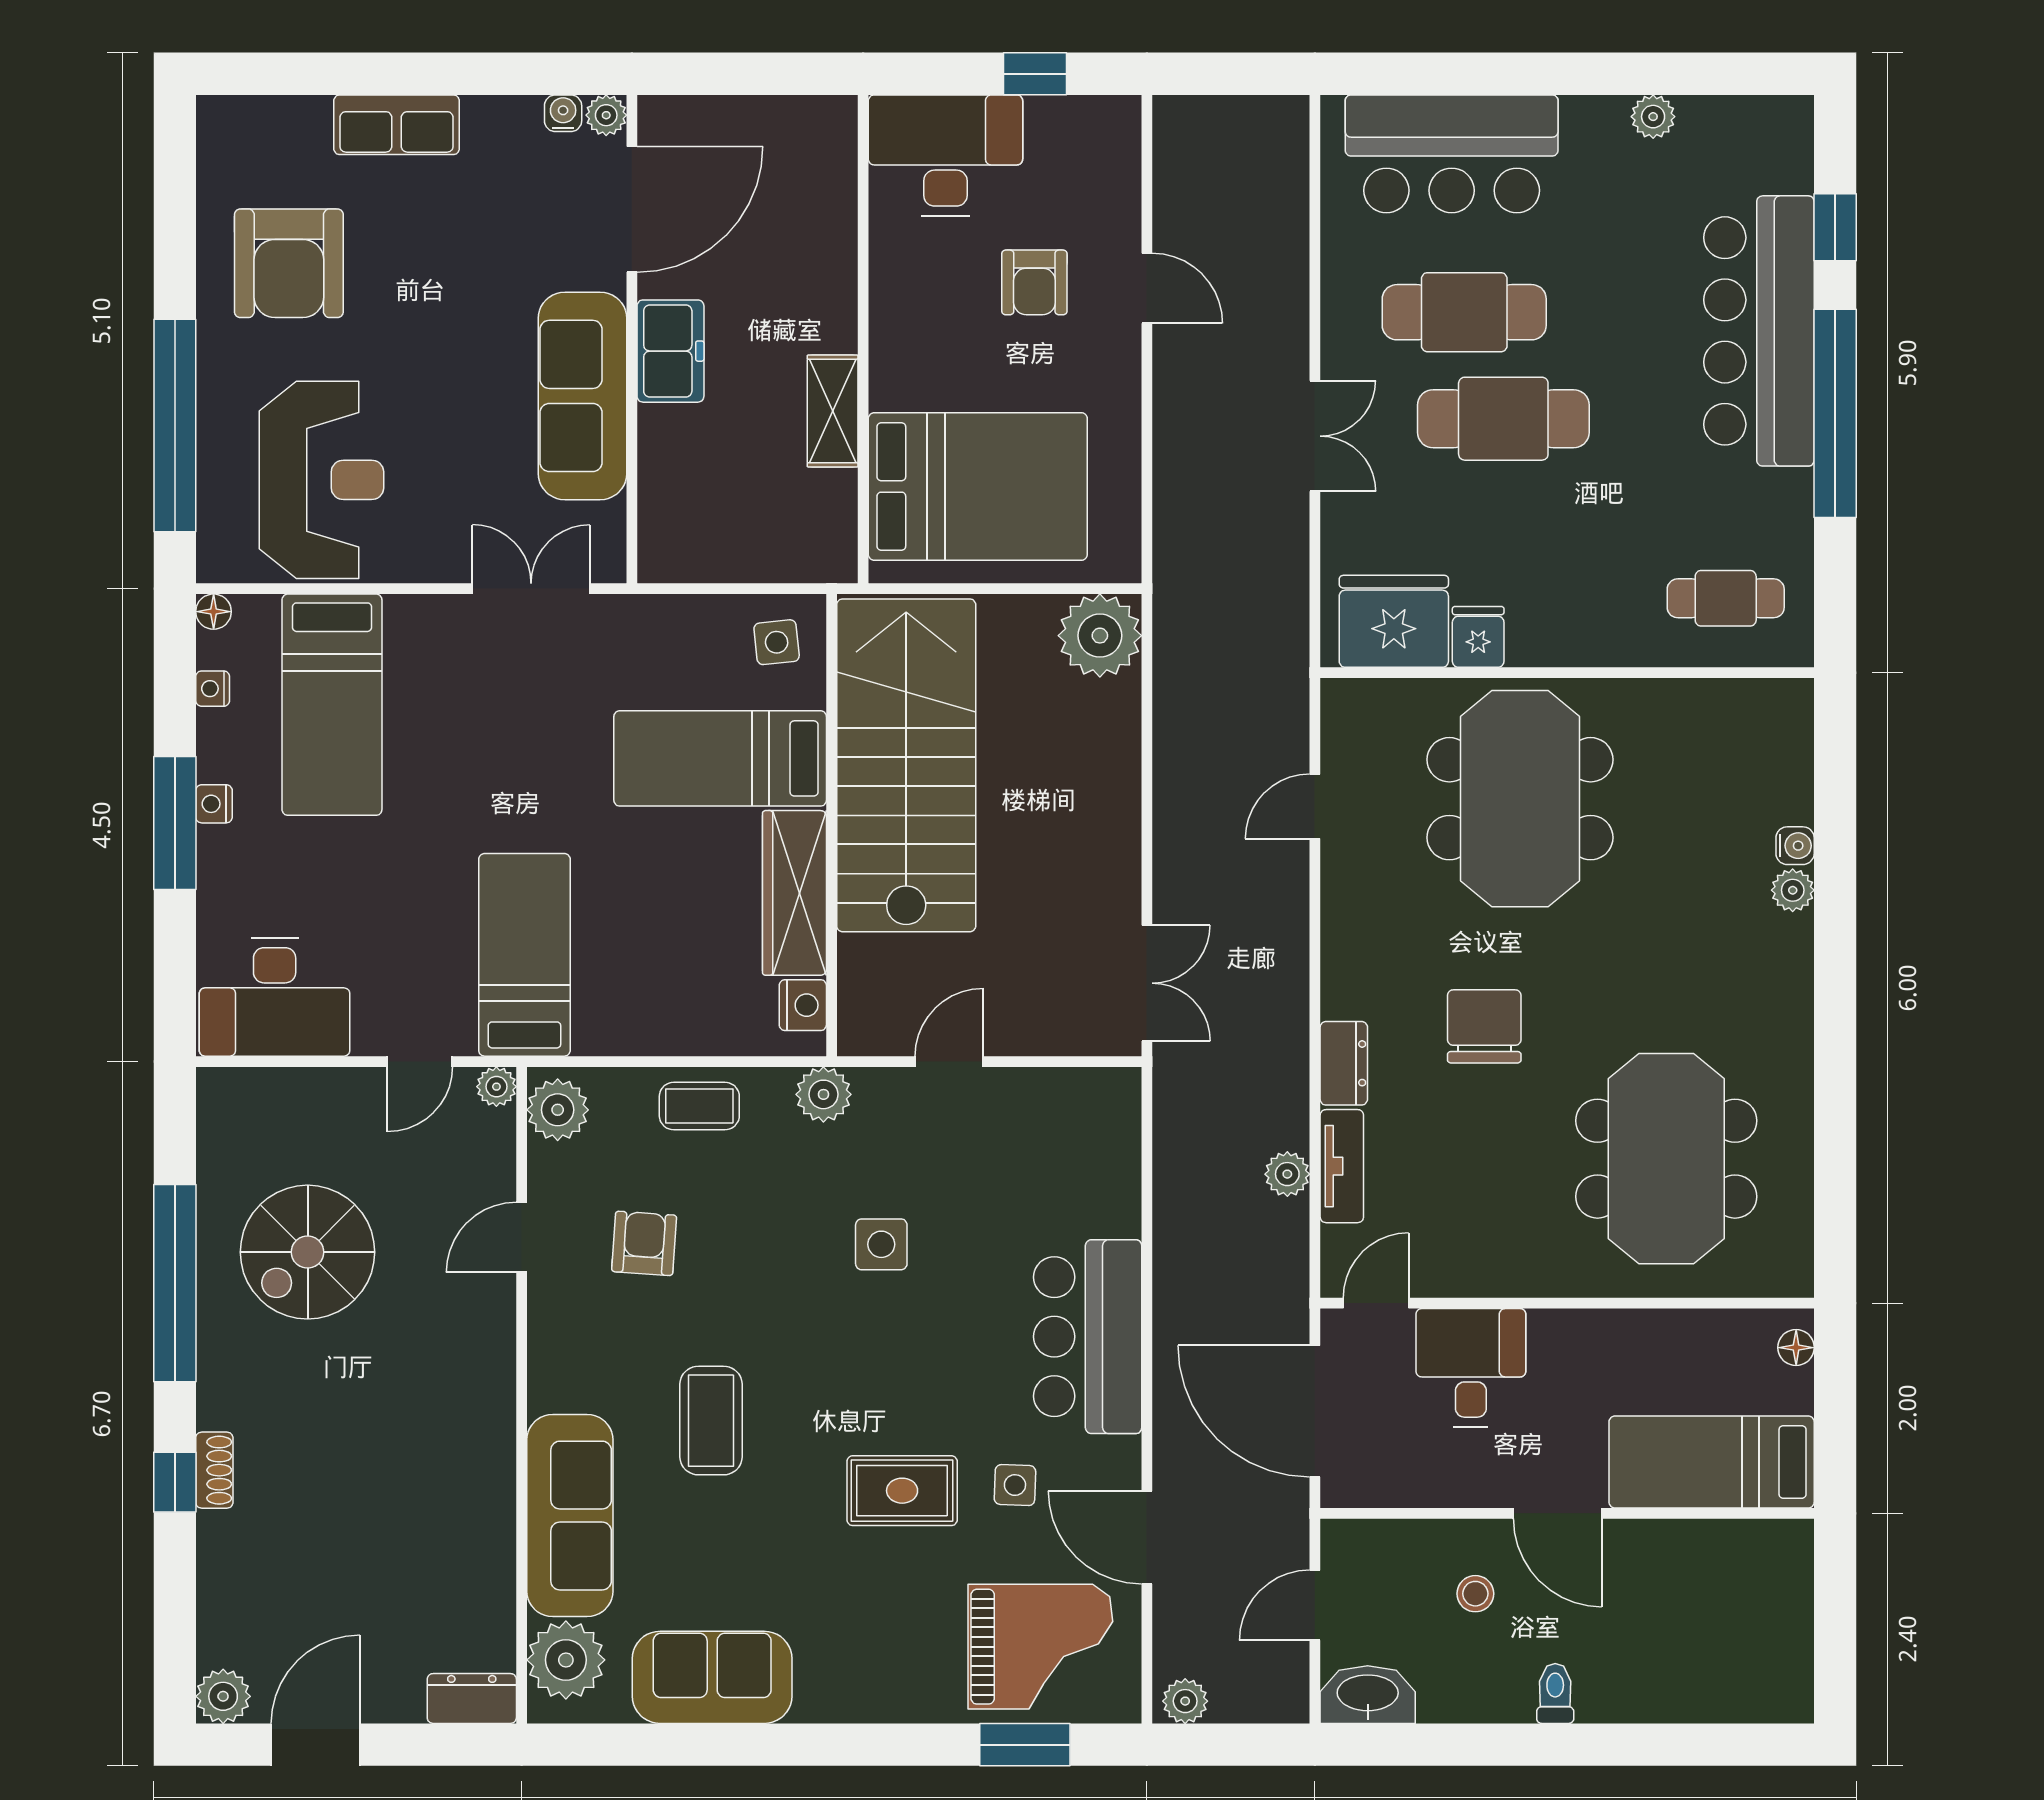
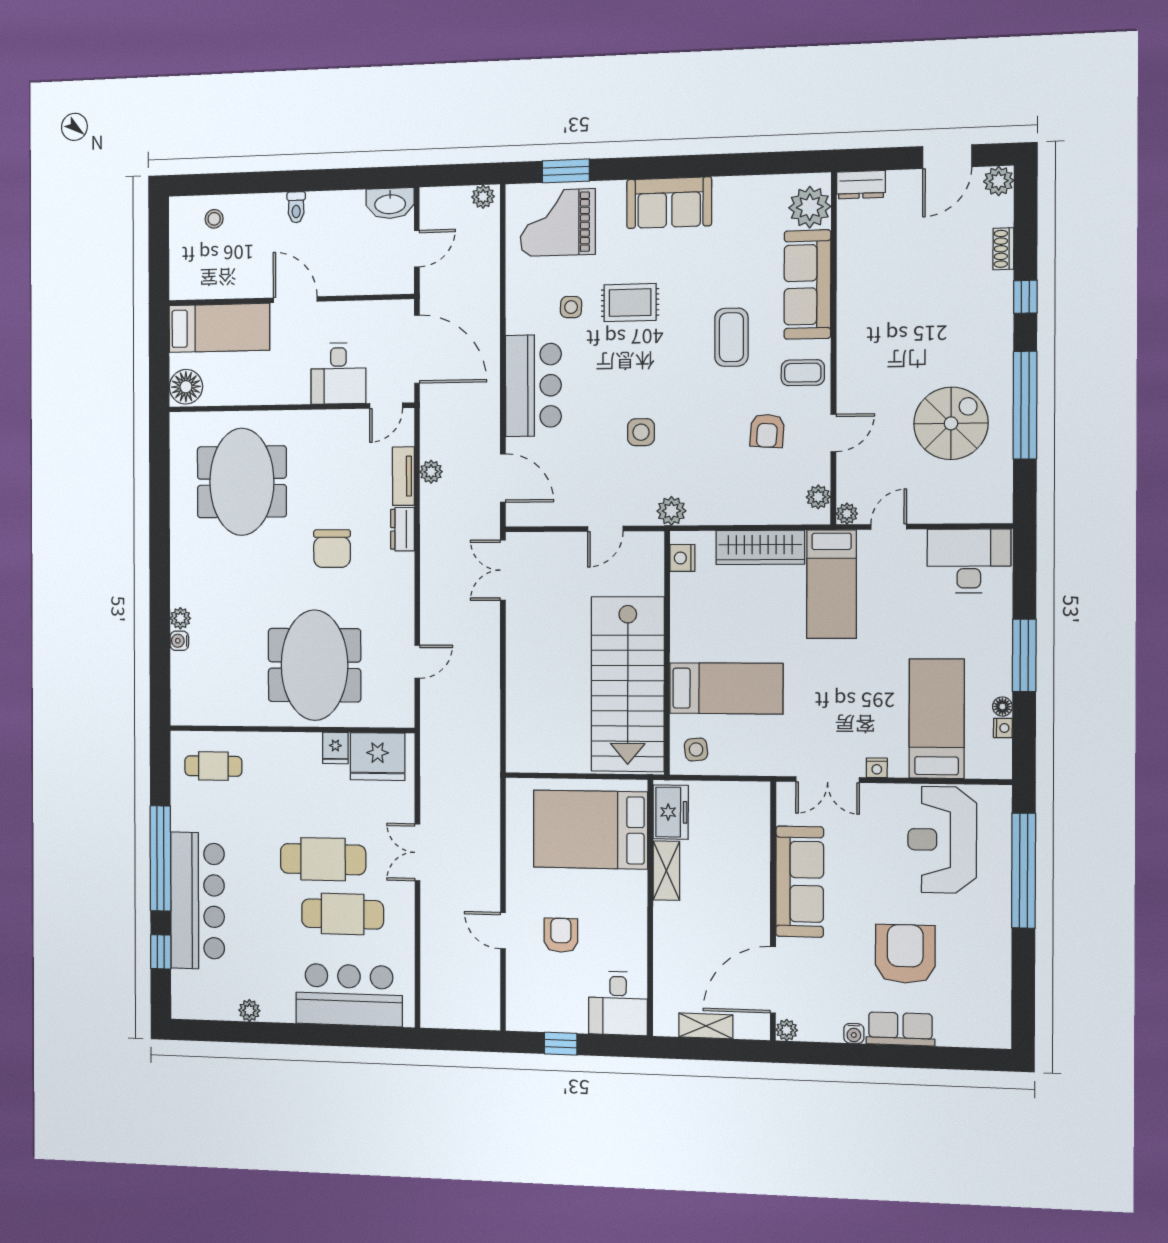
water cooler: (563, 113) -> (854, 1033), moved
shelving: (758, 118) -> (706, 1026), added
desk: (945, 155) -> (618, 1003), width x0.73
armchair: (289, 263) -> (905, 954), moved
freezer: (670, 351) -> (671, 812), moved, turned 180
floor lamp: (214, 612) -> (1002, 707), moved
plant: (1100, 636) -> (527, 751), removed
nightstand: (214, 804) -> (877, 768), moved, turned 90
wardrobe: (794, 893) -> (760, 547), moved, turned 90
coffee table: (699, 1106) -> (803, 373), moved
plant: (558, 1110) -> (818, 497), width x0.73, depth x0.73
floor lamp: (1796, 1348) -> (186, 387), width x1.89, depth x1.89
shoe rack: (214, 1470) -> (1003, 249), moved
door: (1147, 1537) -> (503, 478), moved
stool: (1475, 1594) -> (214, 219), moved
sofa: (712, 1677) -> (669, 203), moved

